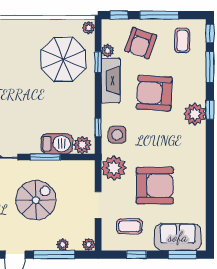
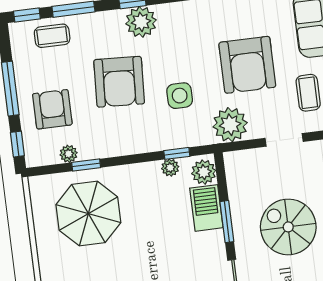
plant: (89, 28) -> (170, 168), moved
coffee table: (182, 40) -> (52, 36), moved
armchair: (141, 43) -> (52, 109), turned -109
fireplace: (111, 81) -> (110, 144), removed
side table: (117, 135) -> (180, 96), moved
armchair: (155, 186) -> (247, 65), turned 180

